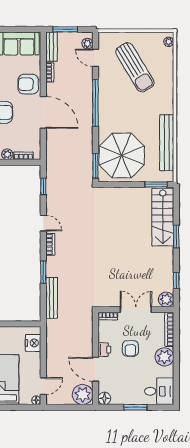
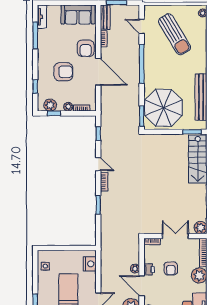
plant: (87, 44) -> (135, 269), moved
armchair: (28, 84) -> (86, 48), turned -90
bench: (52, 298) -> (105, 226), removed

